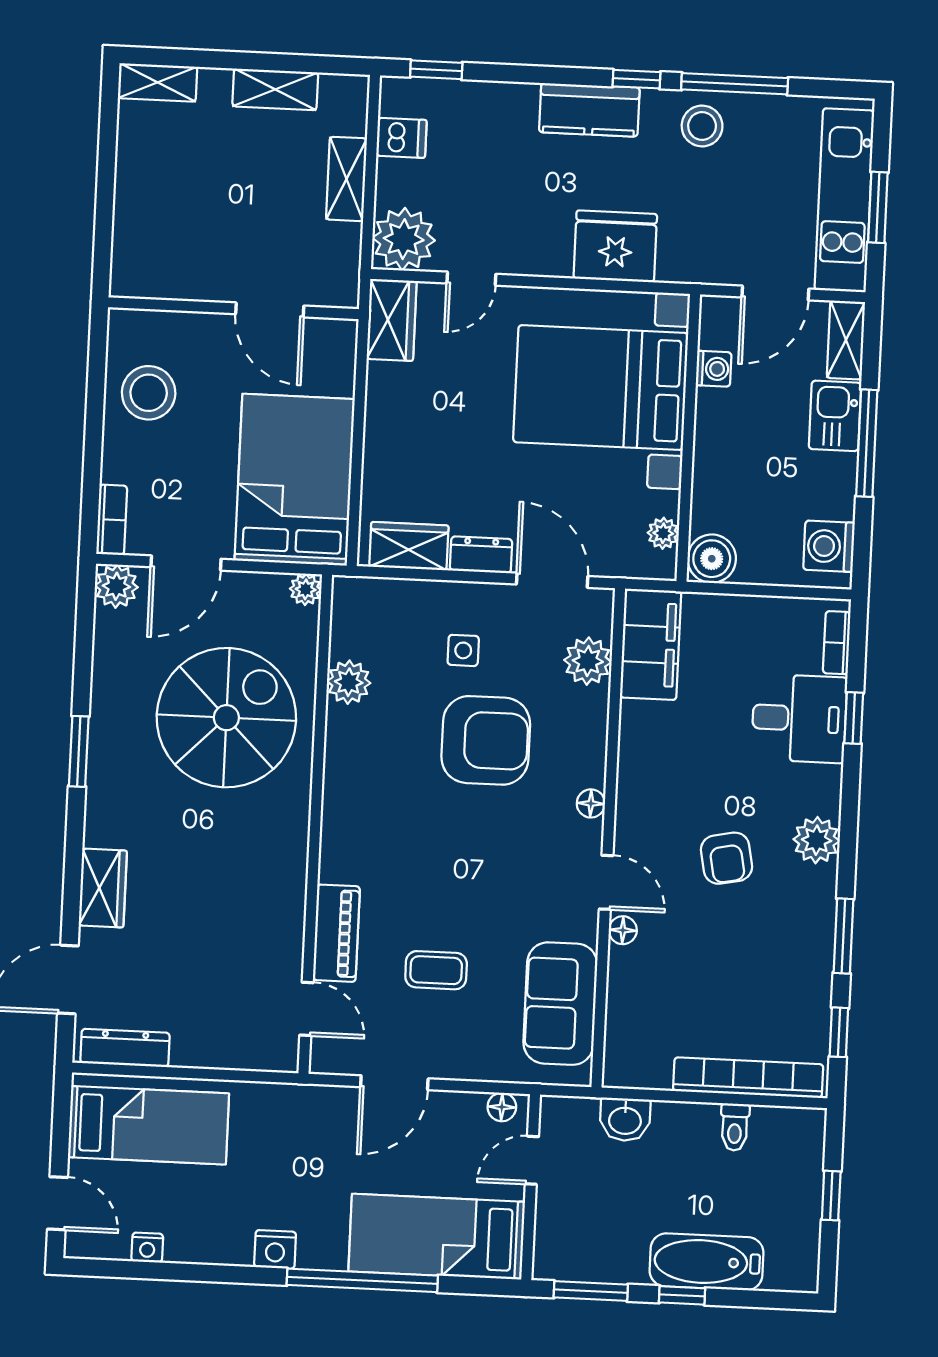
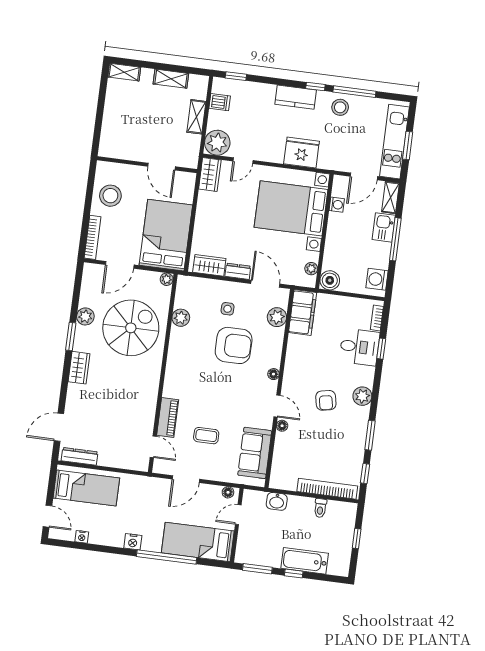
bookcase: (112, 520) -> (93, 237), width x1.56
plant: (116, 586) -> (85, 316), moved
wardrobe: (103, 888) -> (79, 368), moved

